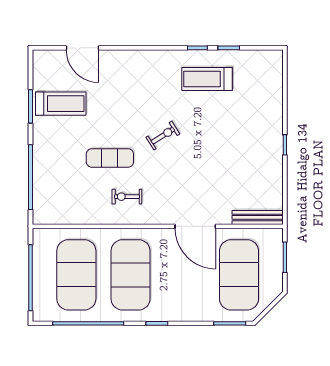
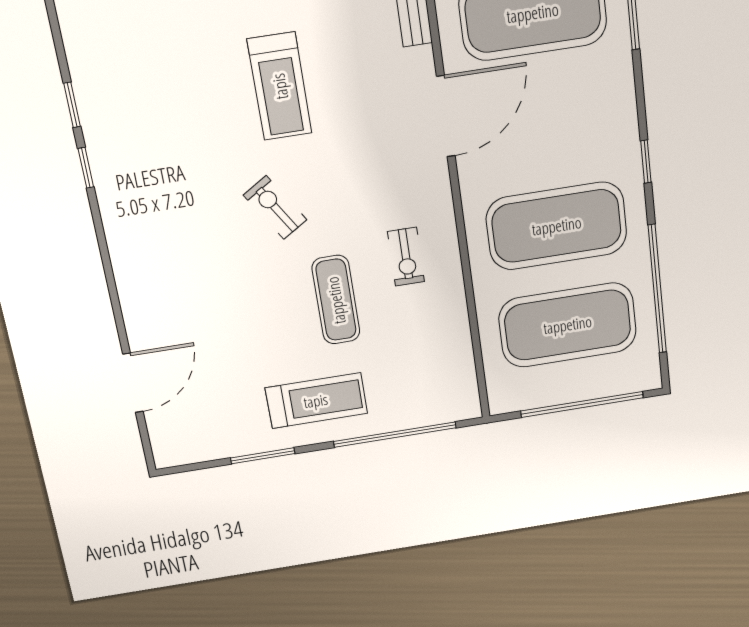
treadmill: (207, 79) -> (280, 86), moved
treadmill: (61, 104) -> (316, 401), moved, turned 90

